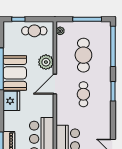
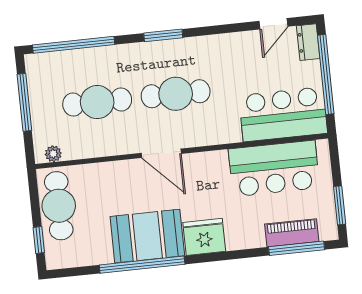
cafe table: (34, 31) -> (59, 206), width x1.37, depth x1.35
plant: (46, 62) -> (119, 176), removed
cafe table: (83, 94) -> (176, 94), width x1.37, depth x1.35

